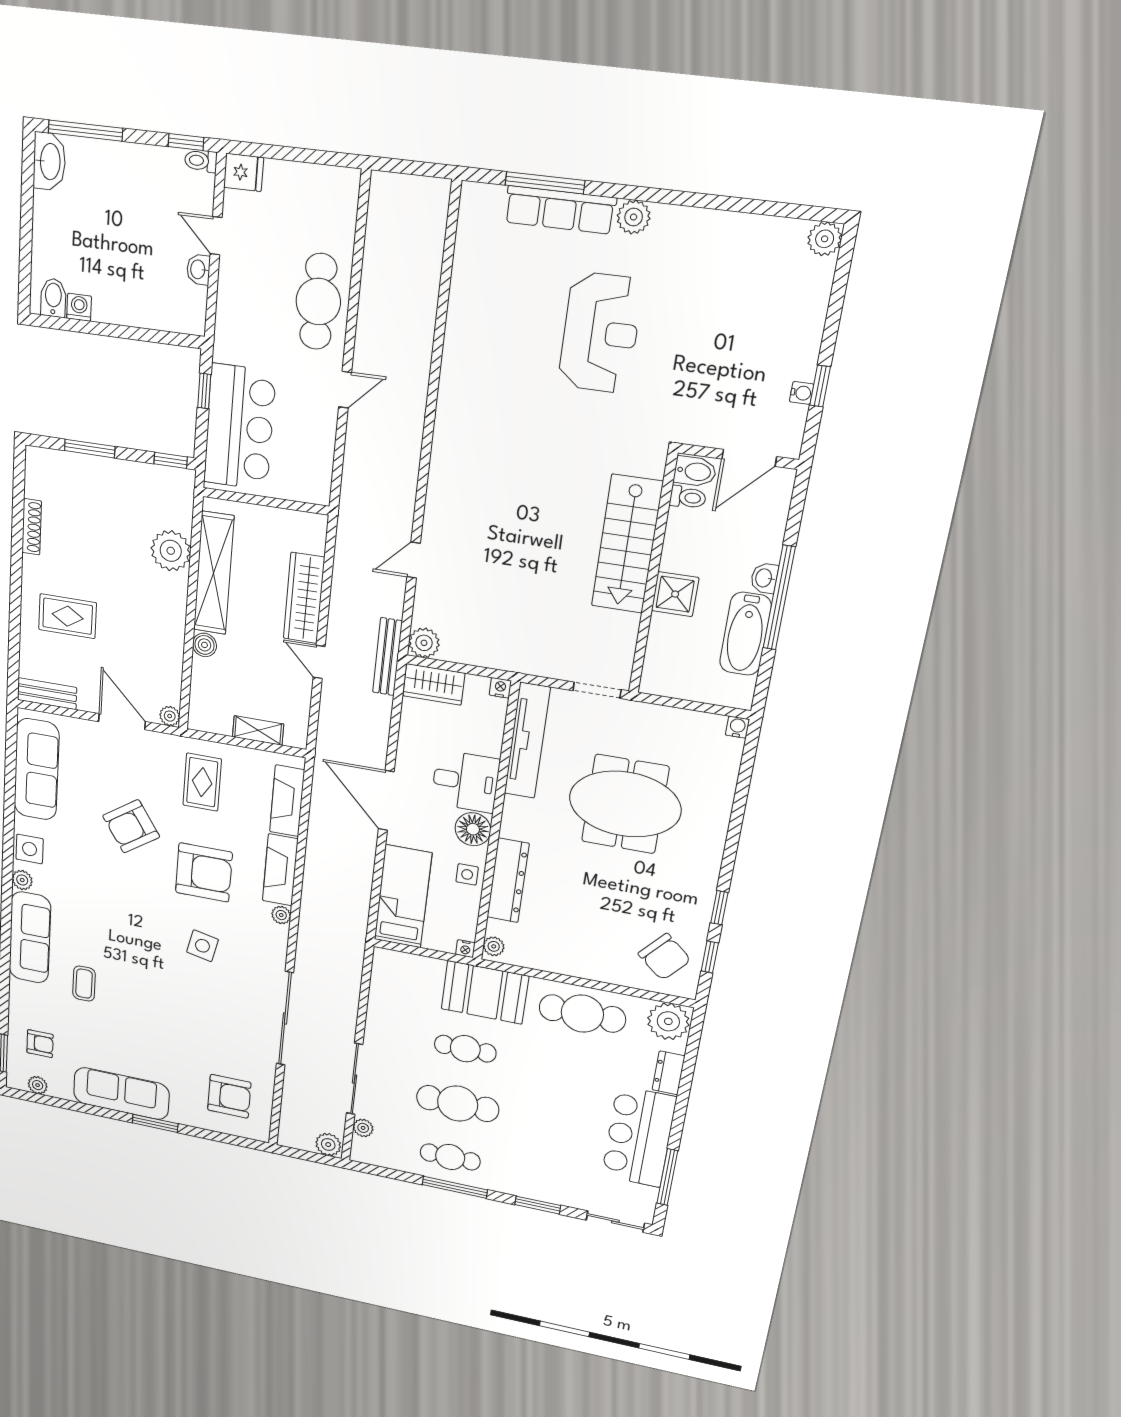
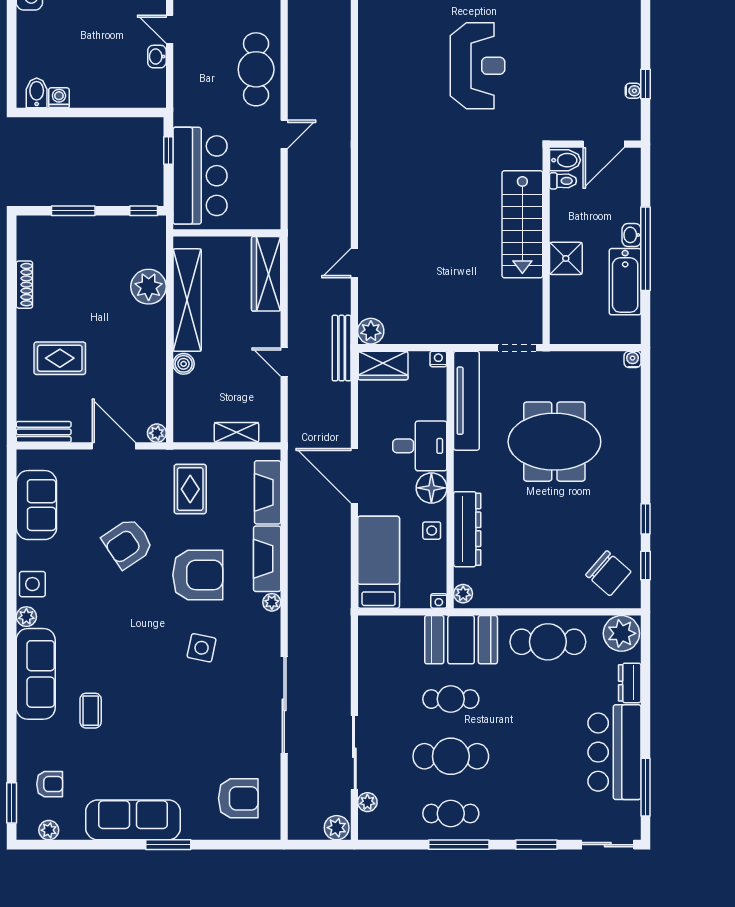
wardrobe: (304, 598) -> (266, 274), moved
sofa: (36, 769) -> (36, 505), width x0.73

